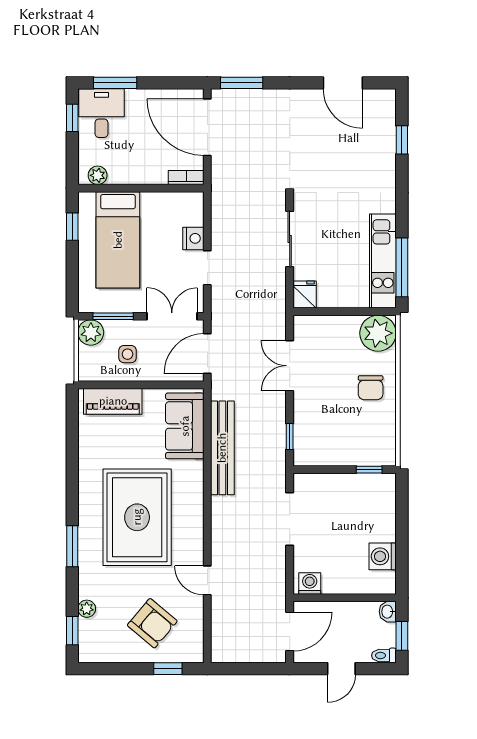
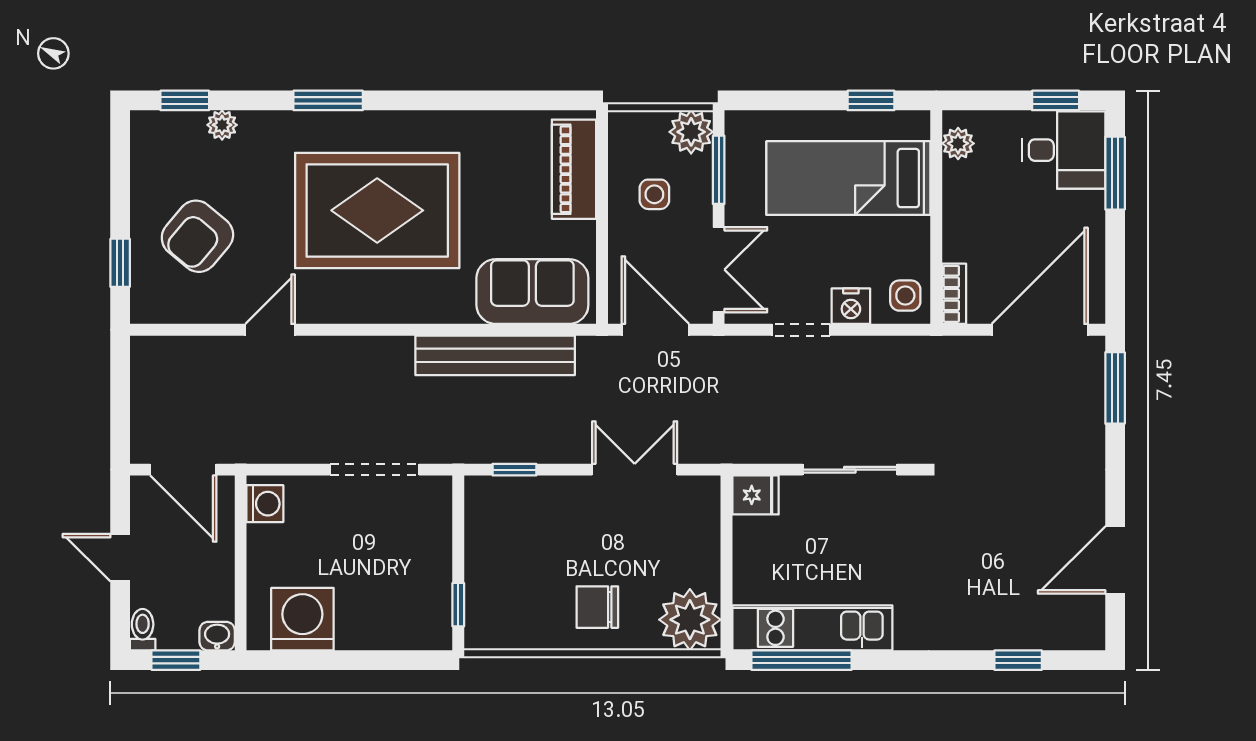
side table: (187, 206) -> (905, 296), added
washing machine: (383, 556) -> (302, 619), width x1.37, depth x1.37

